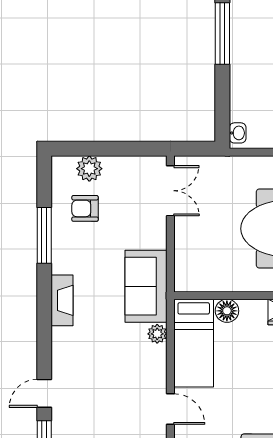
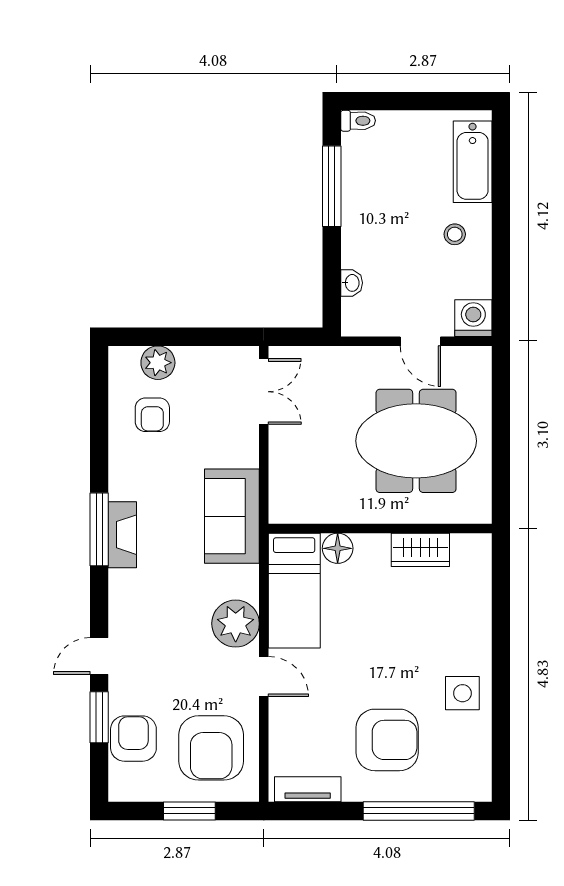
washbasin: (238, 133) -> (352, 283), moved
armchair: (85, 208) -> (152, 415), turned -90
window: (44, 235) -> (99, 529), moved
plant: (157, 334) -> (236, 624), moved, width x1.87, depth x1.87

